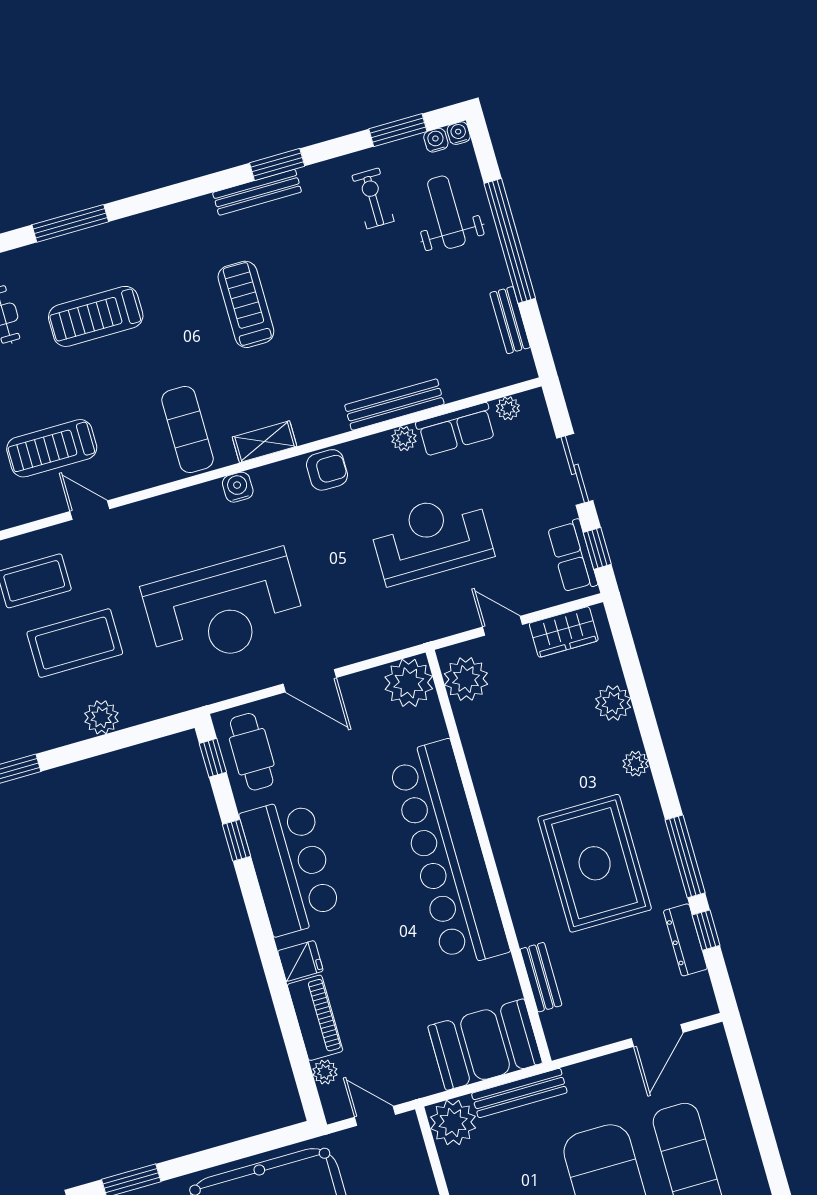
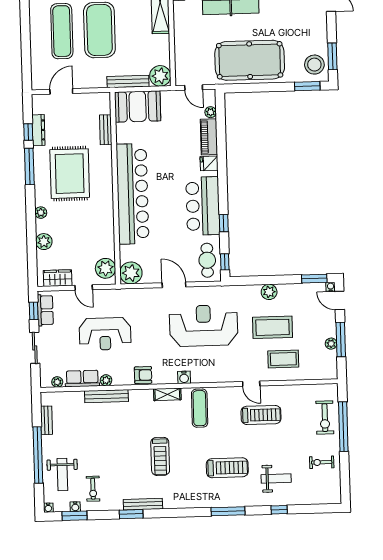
water cooler: (436, 140) -> (75, 507), moved
armchair: (327, 470) -> (143, 375), turned 180

